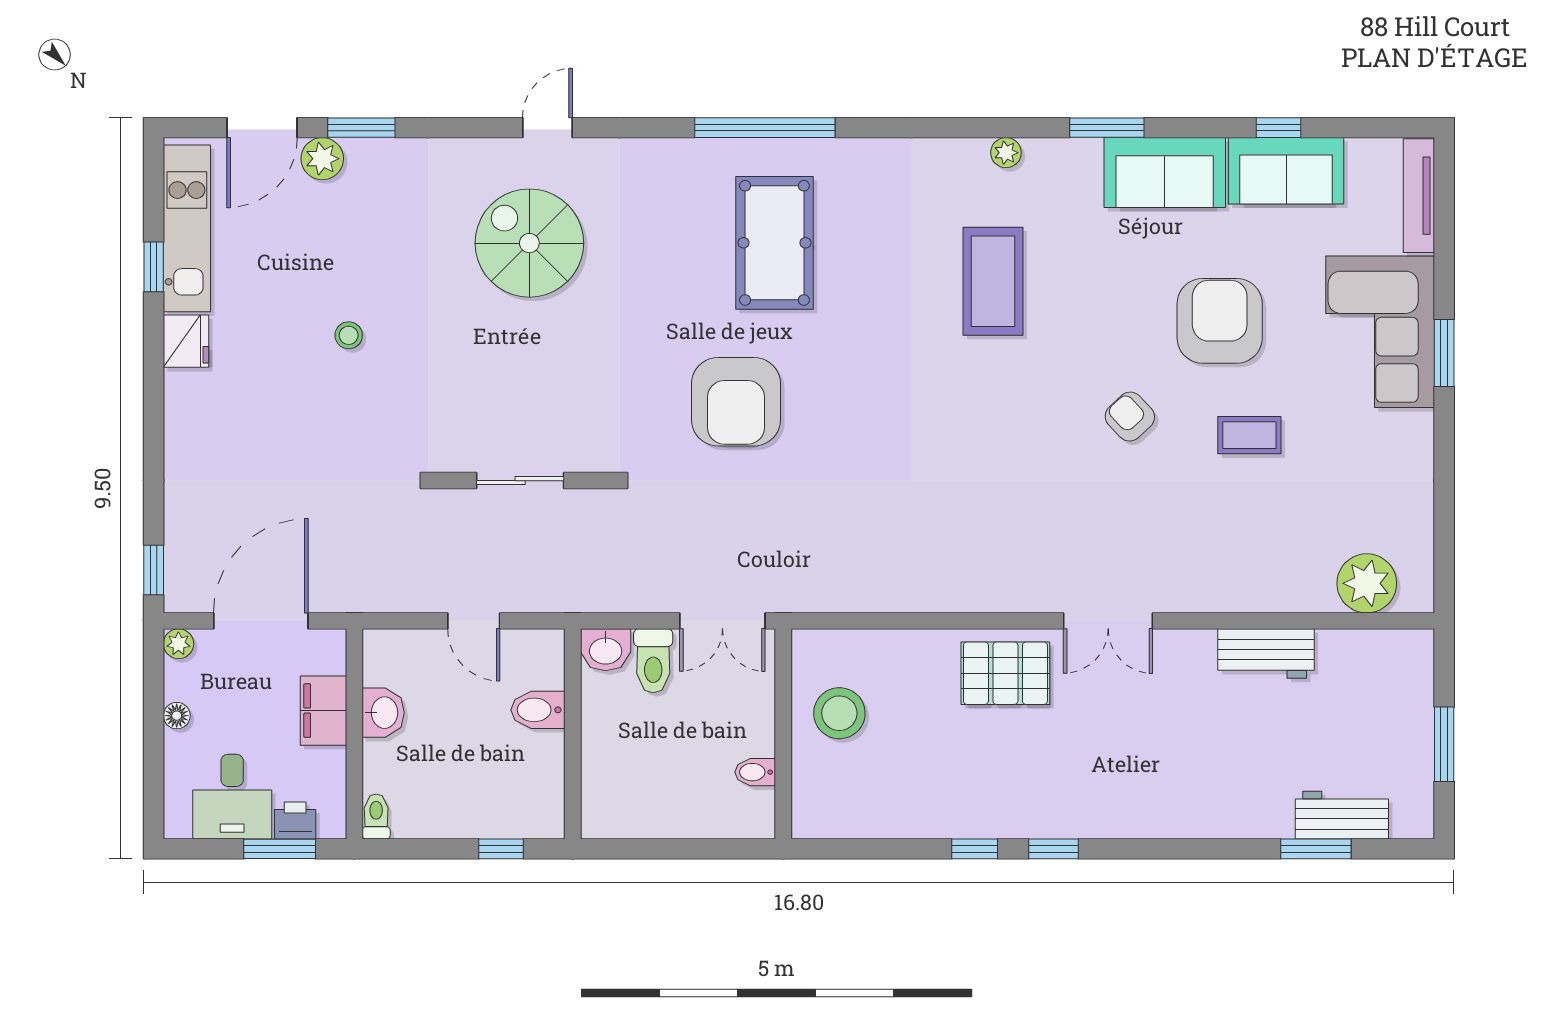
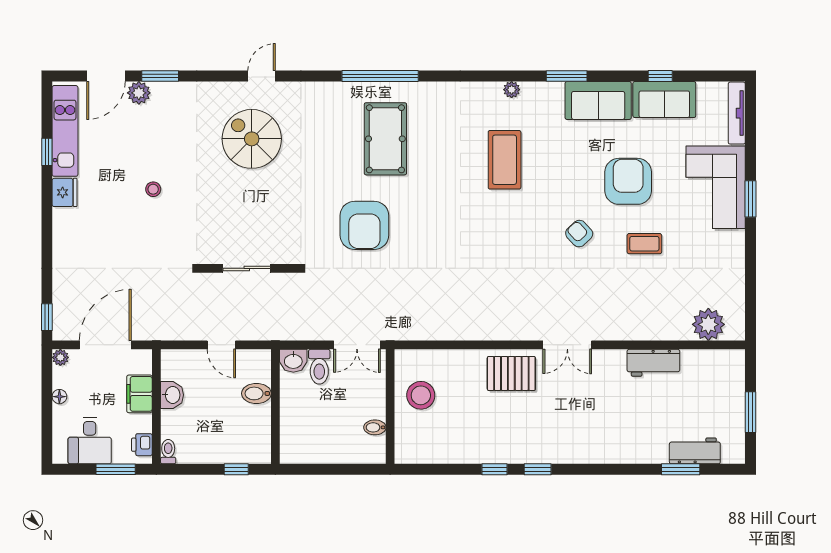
printer: (295, 820) -> (142, 445), moved, turned -90

